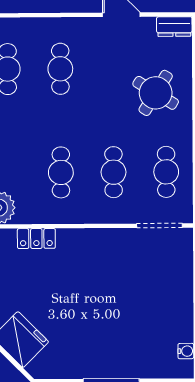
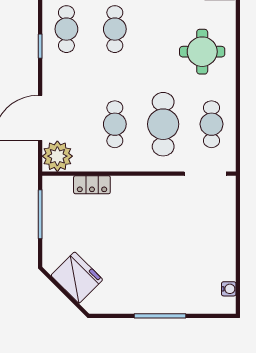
round table: (156, 93) -> (202, 52), turned -32
cafe table: (114, 172) -> (163, 124), width x1.37, depth x1.35

